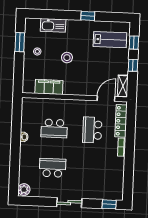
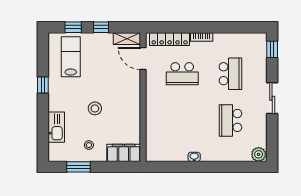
filing cabinet: (49, 87) -> (124, 153), moved, turned 90
school desk: (54, 128) -> (230, 74), moved

